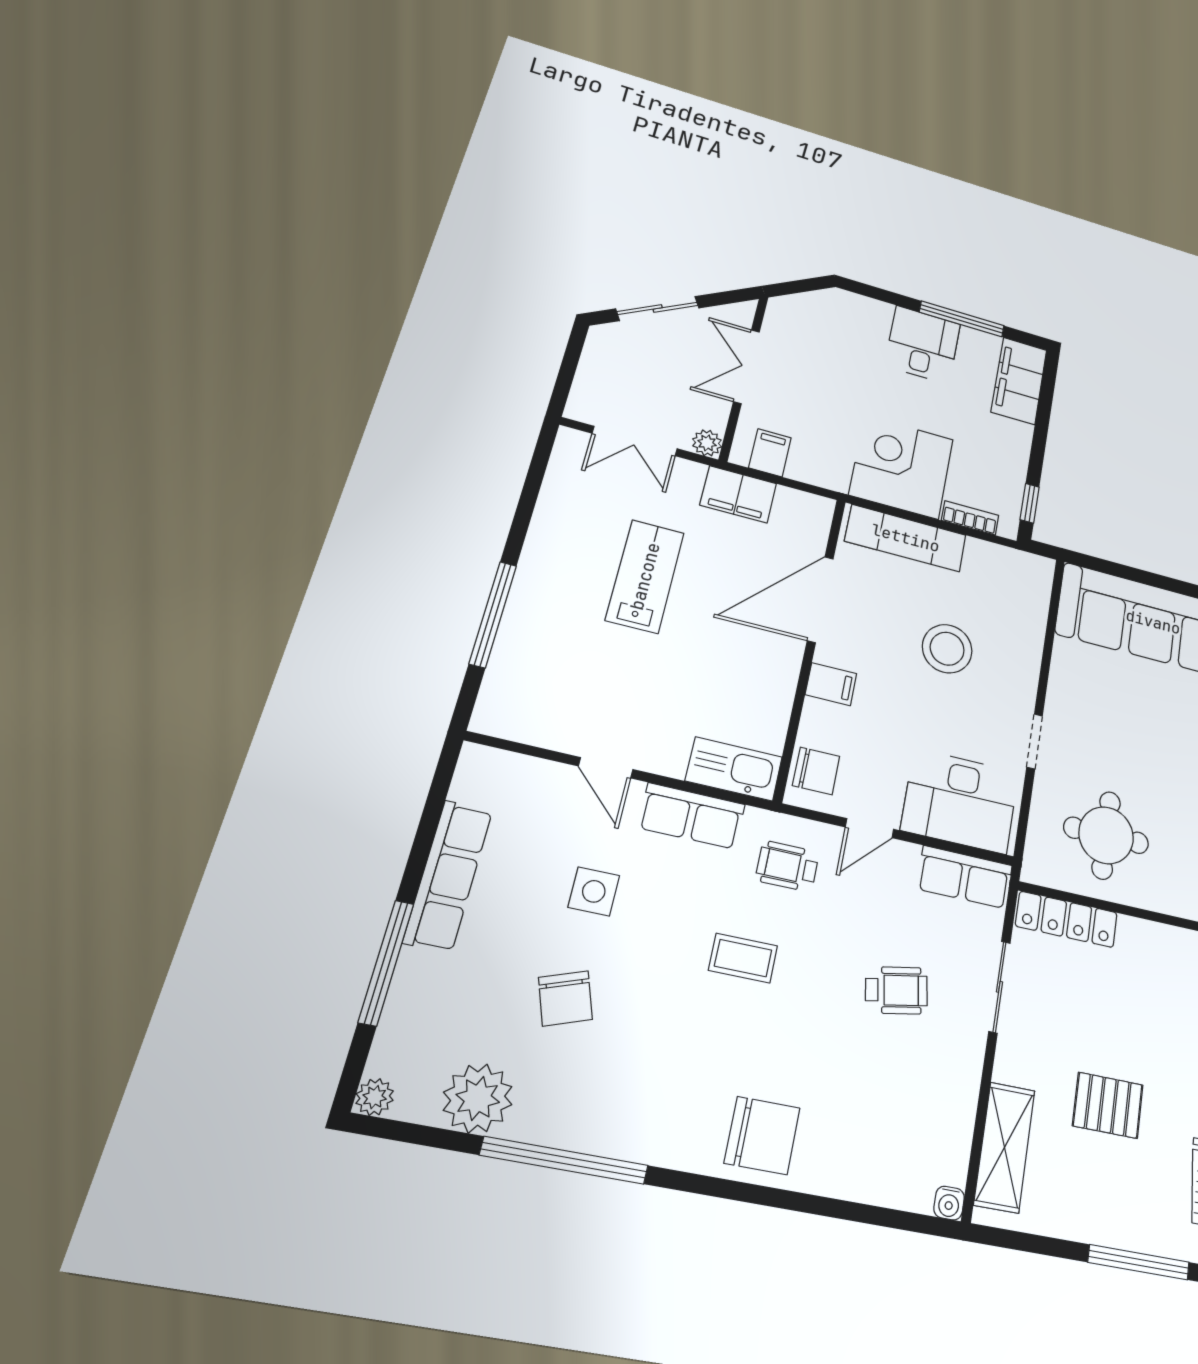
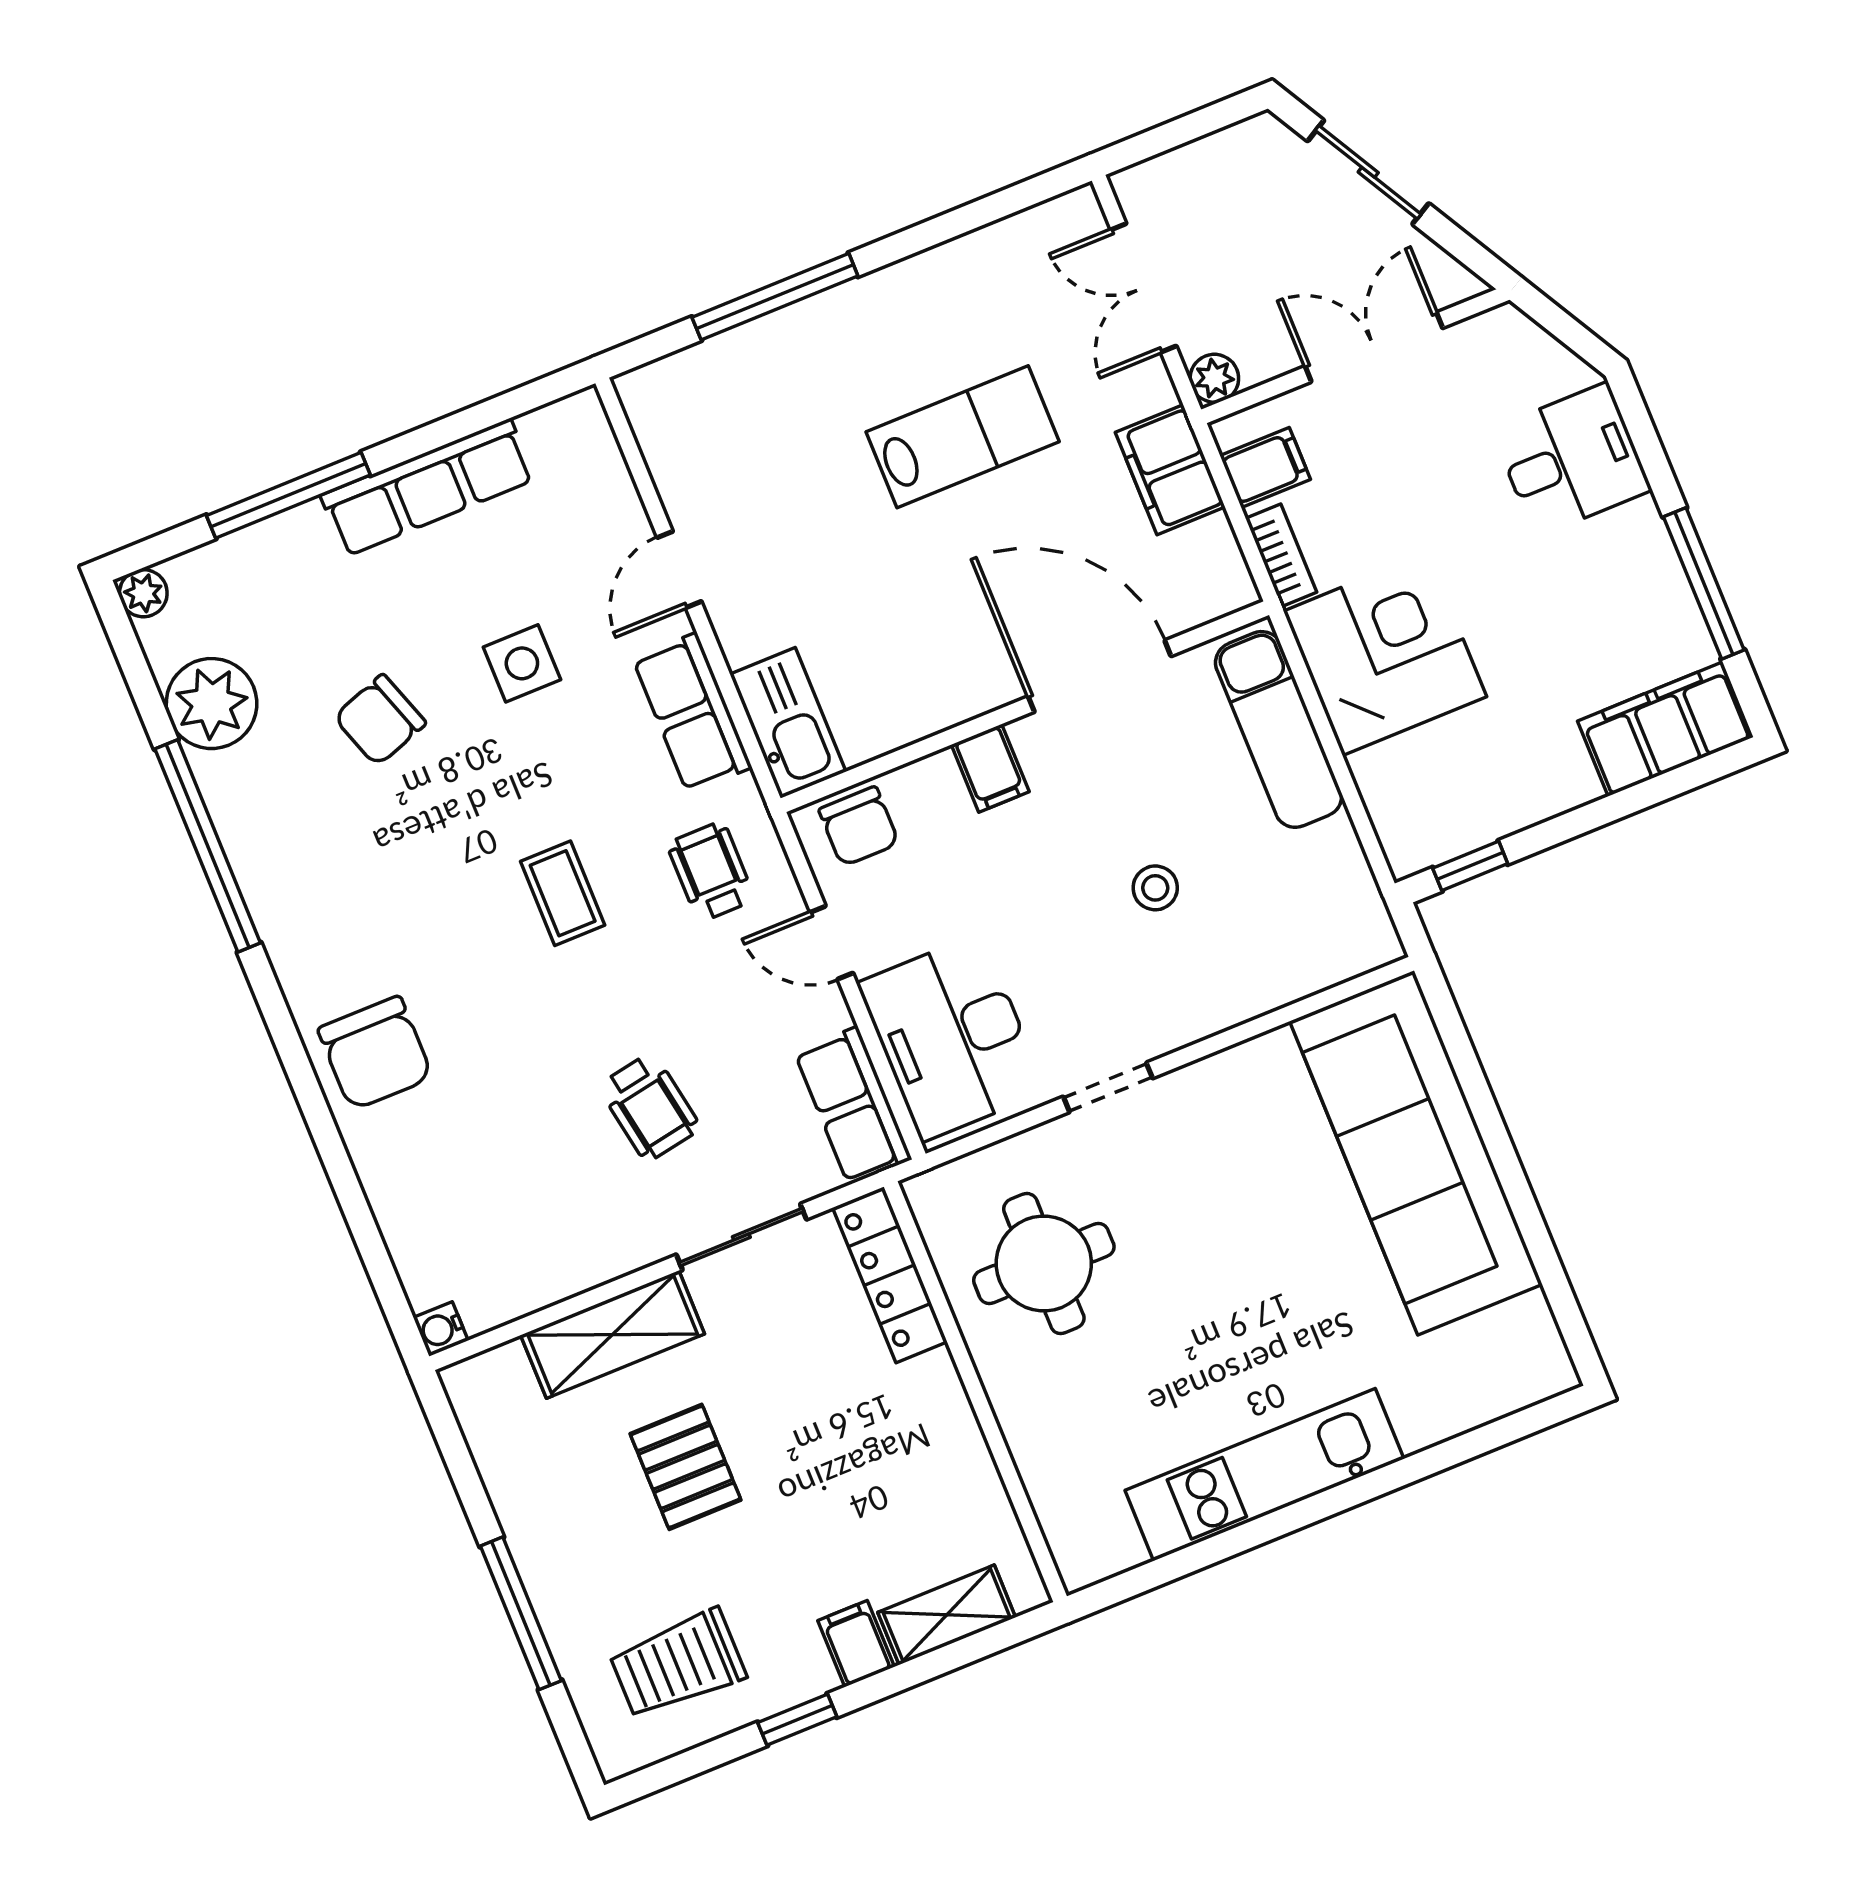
desk: (923, 345) -> (1571, 460), moved
bookcase: (970, 518) -> (1281, 555), moved
stool: (947, 649) -> (1155, 888), width x0.53, depth x0.53
shelving: (1004, 1147) -> (613, 1334), moved

